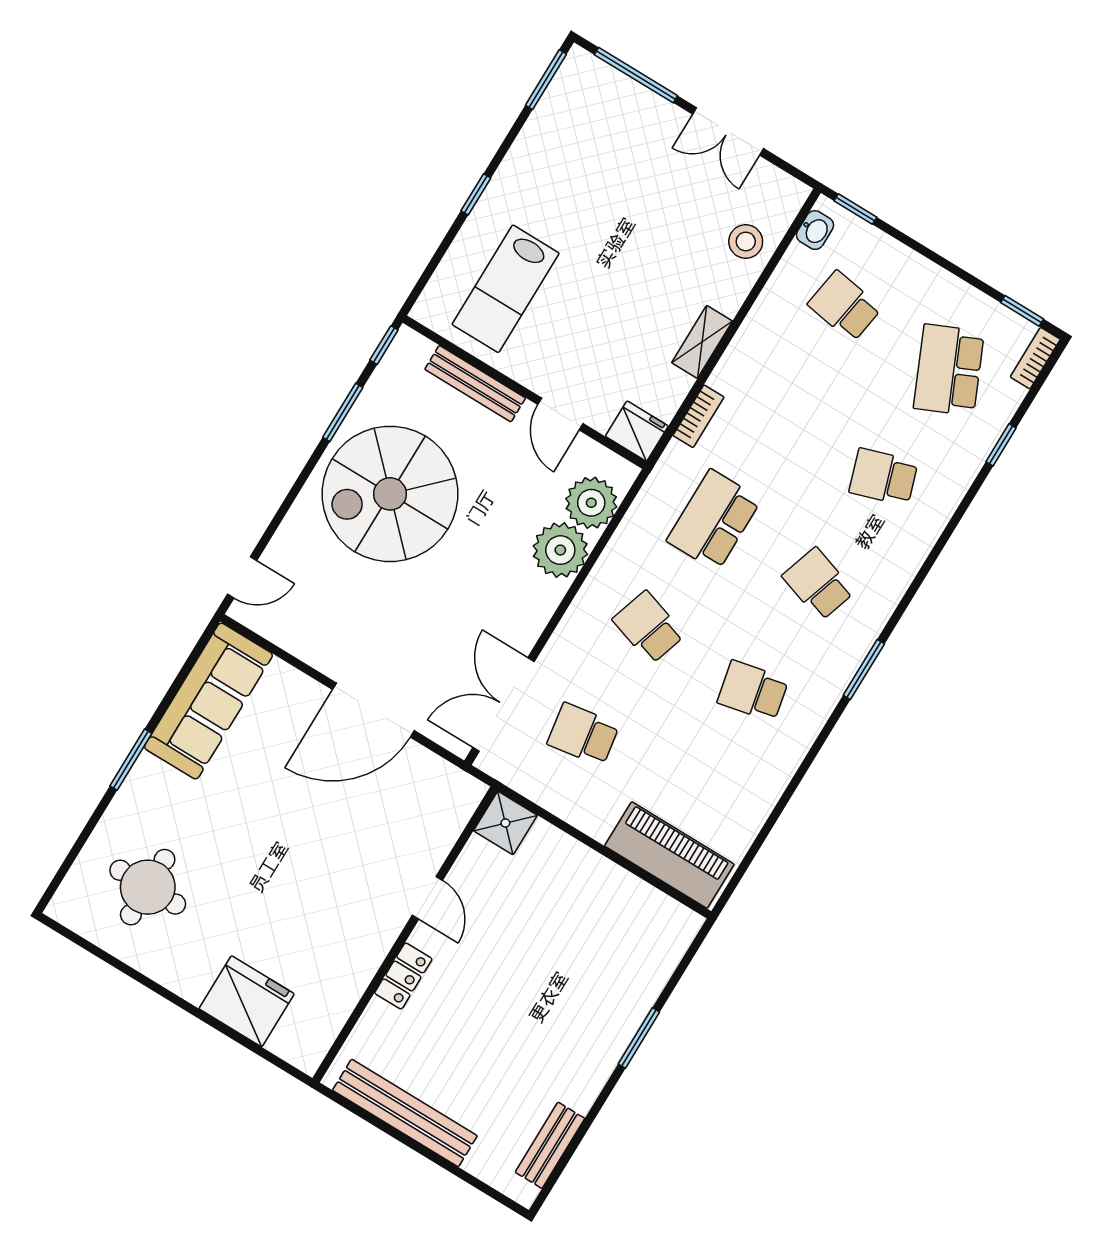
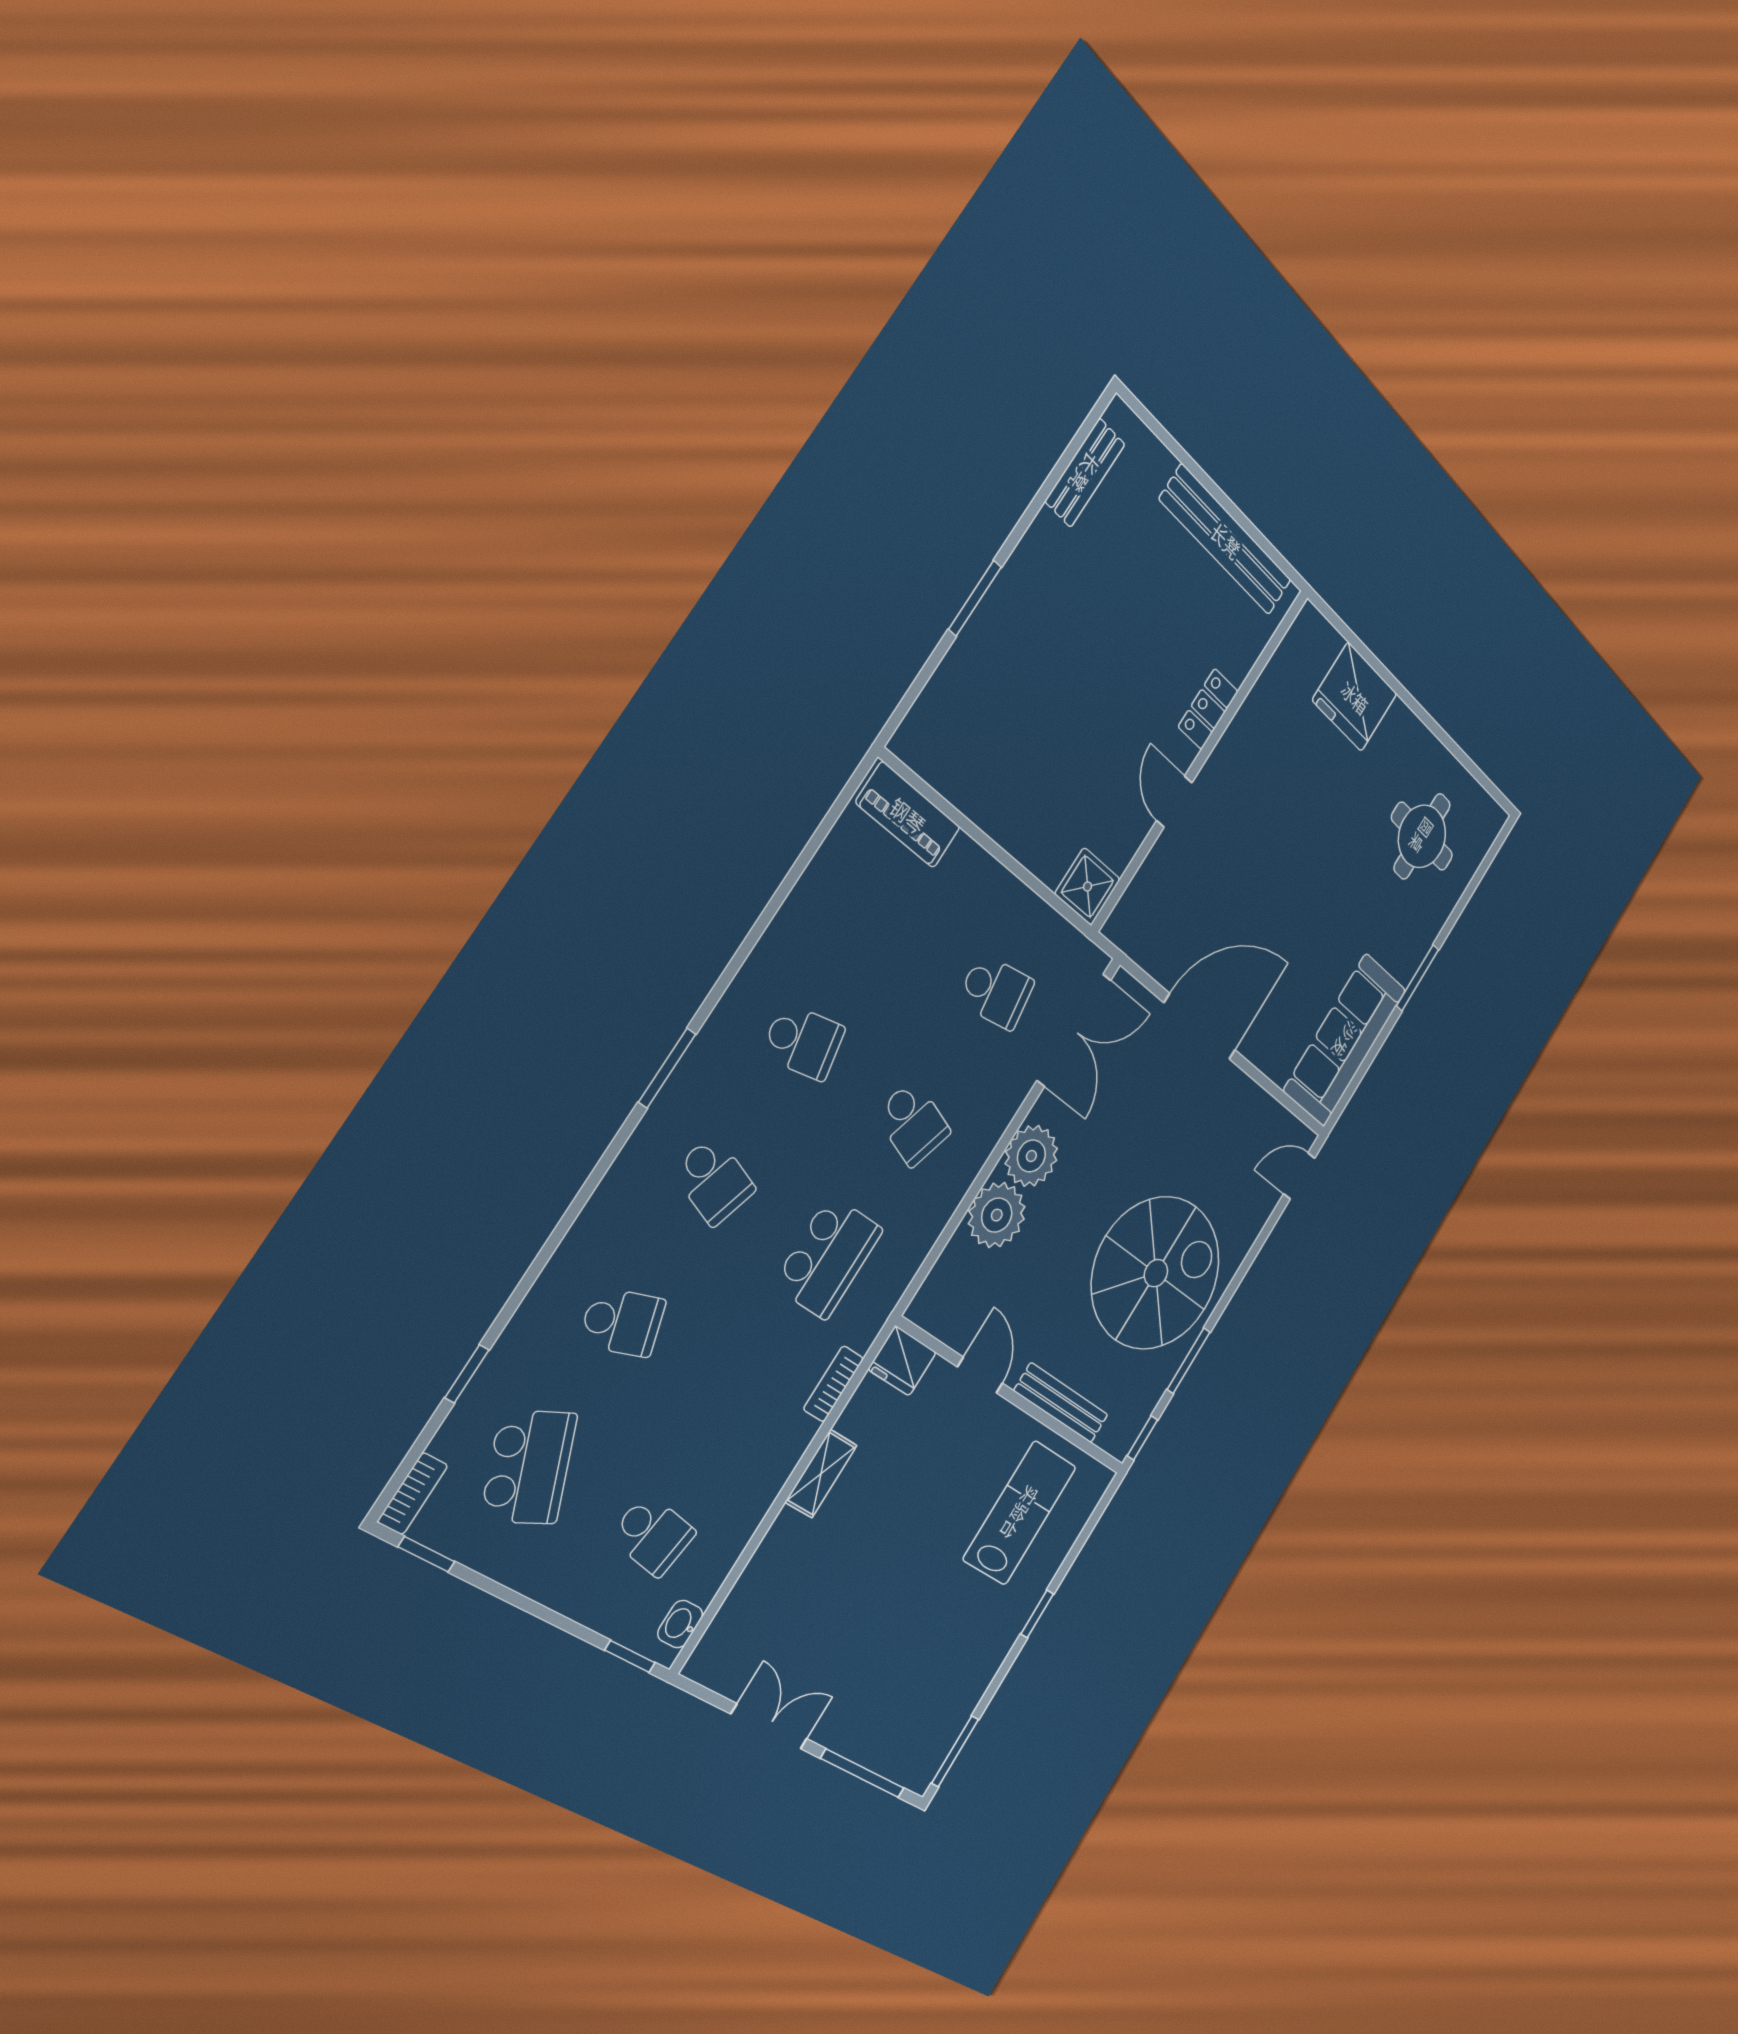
stool: (746, 241) -> (761, 1599), removed
plant: (591, 503) -> (1031, 1156), moved
piano: (669, 855) -> (908, 815), width x0.73, depth x0.75

